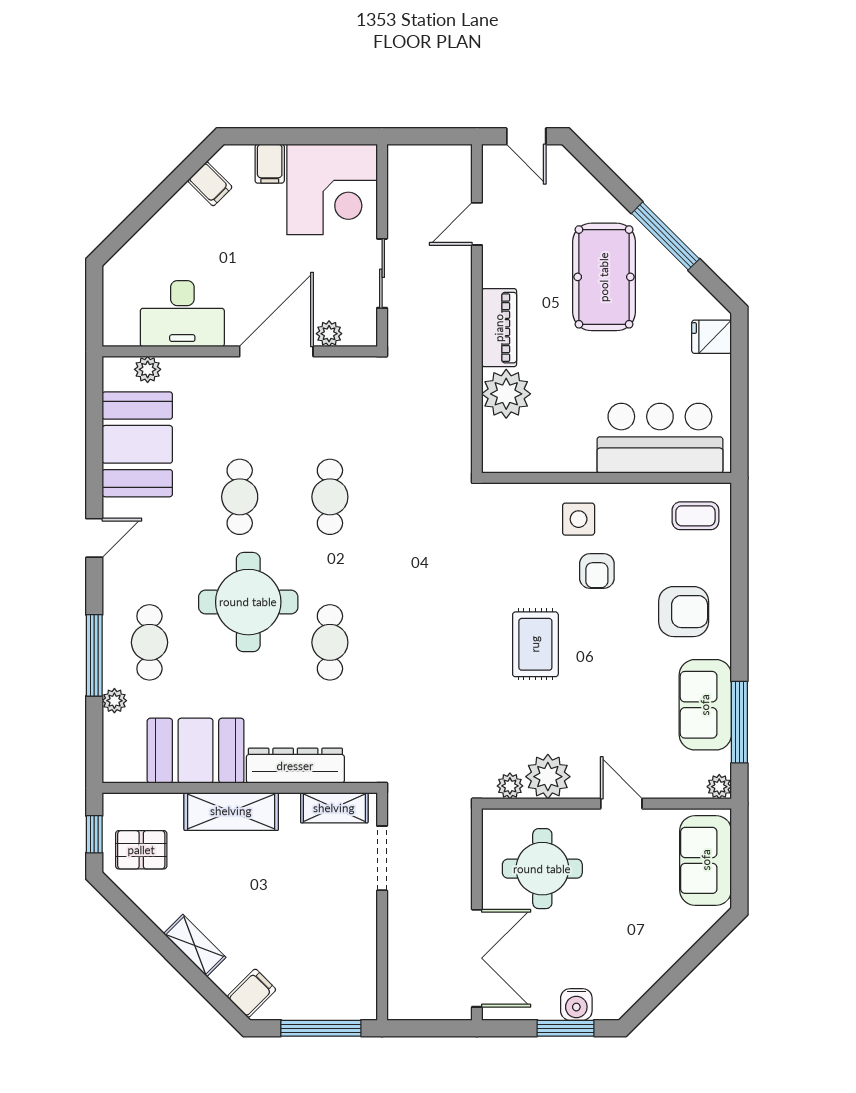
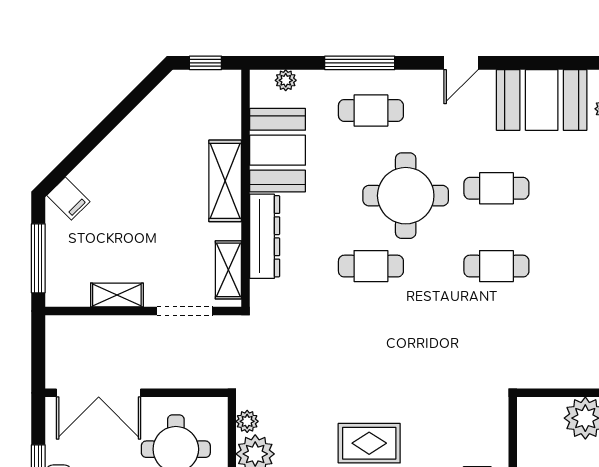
door: (94, 538) -> (461, 63), hinge flipped
plant: (114, 701) -> (286, 80), moved
pallet: (141, 850) -> (192, 103), removed
shelving: (195, 945) -> (117, 295), moved, turned 45

